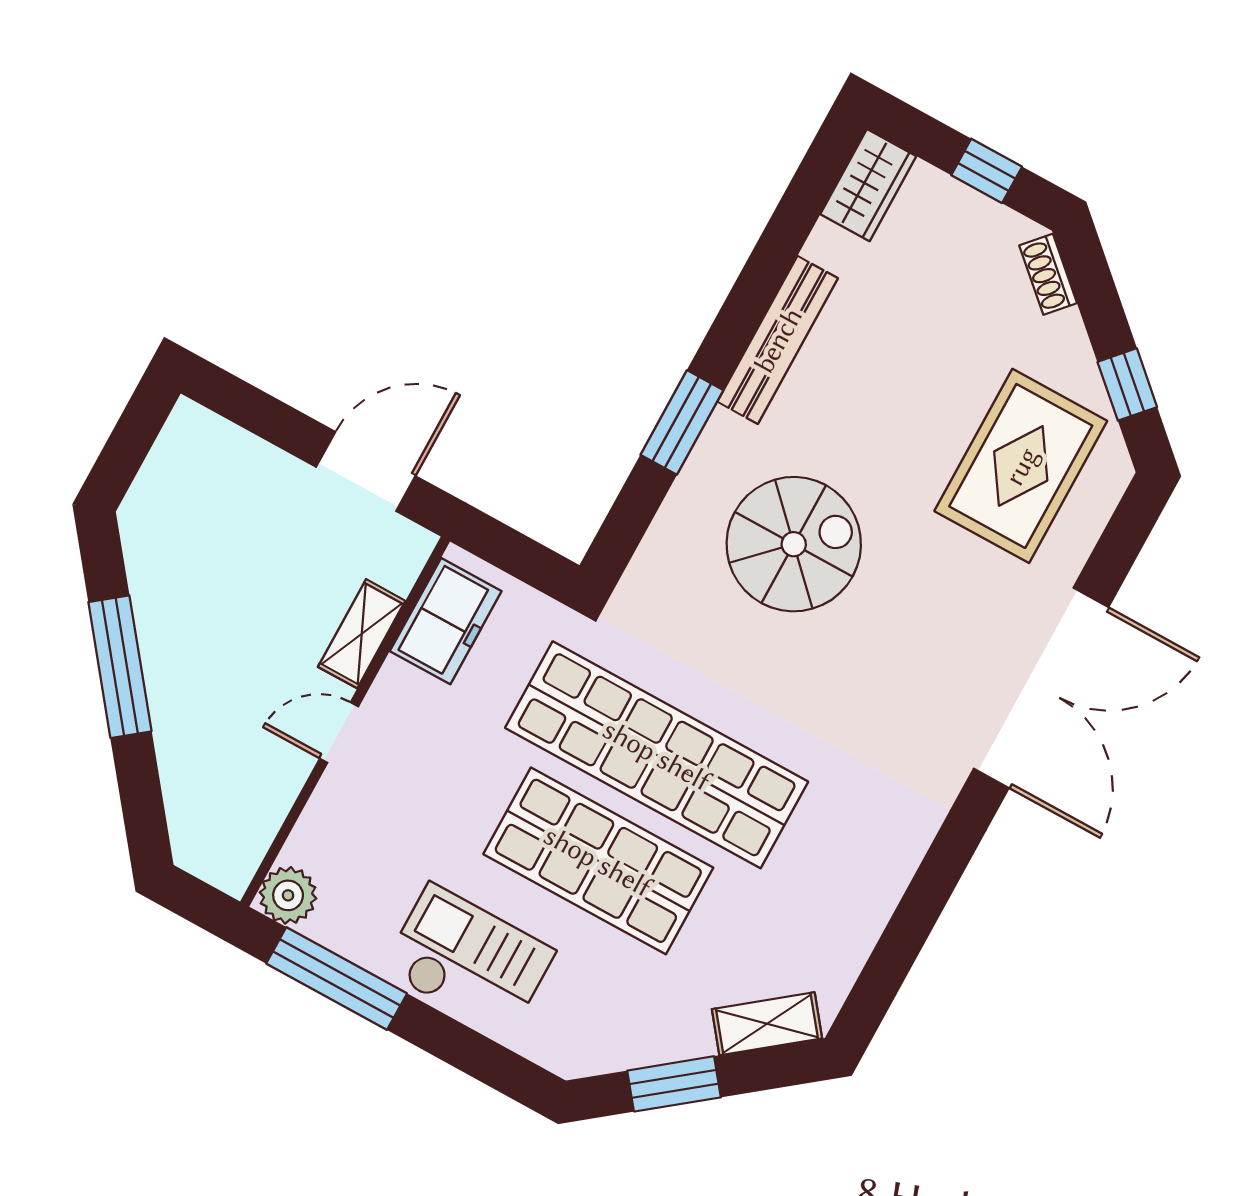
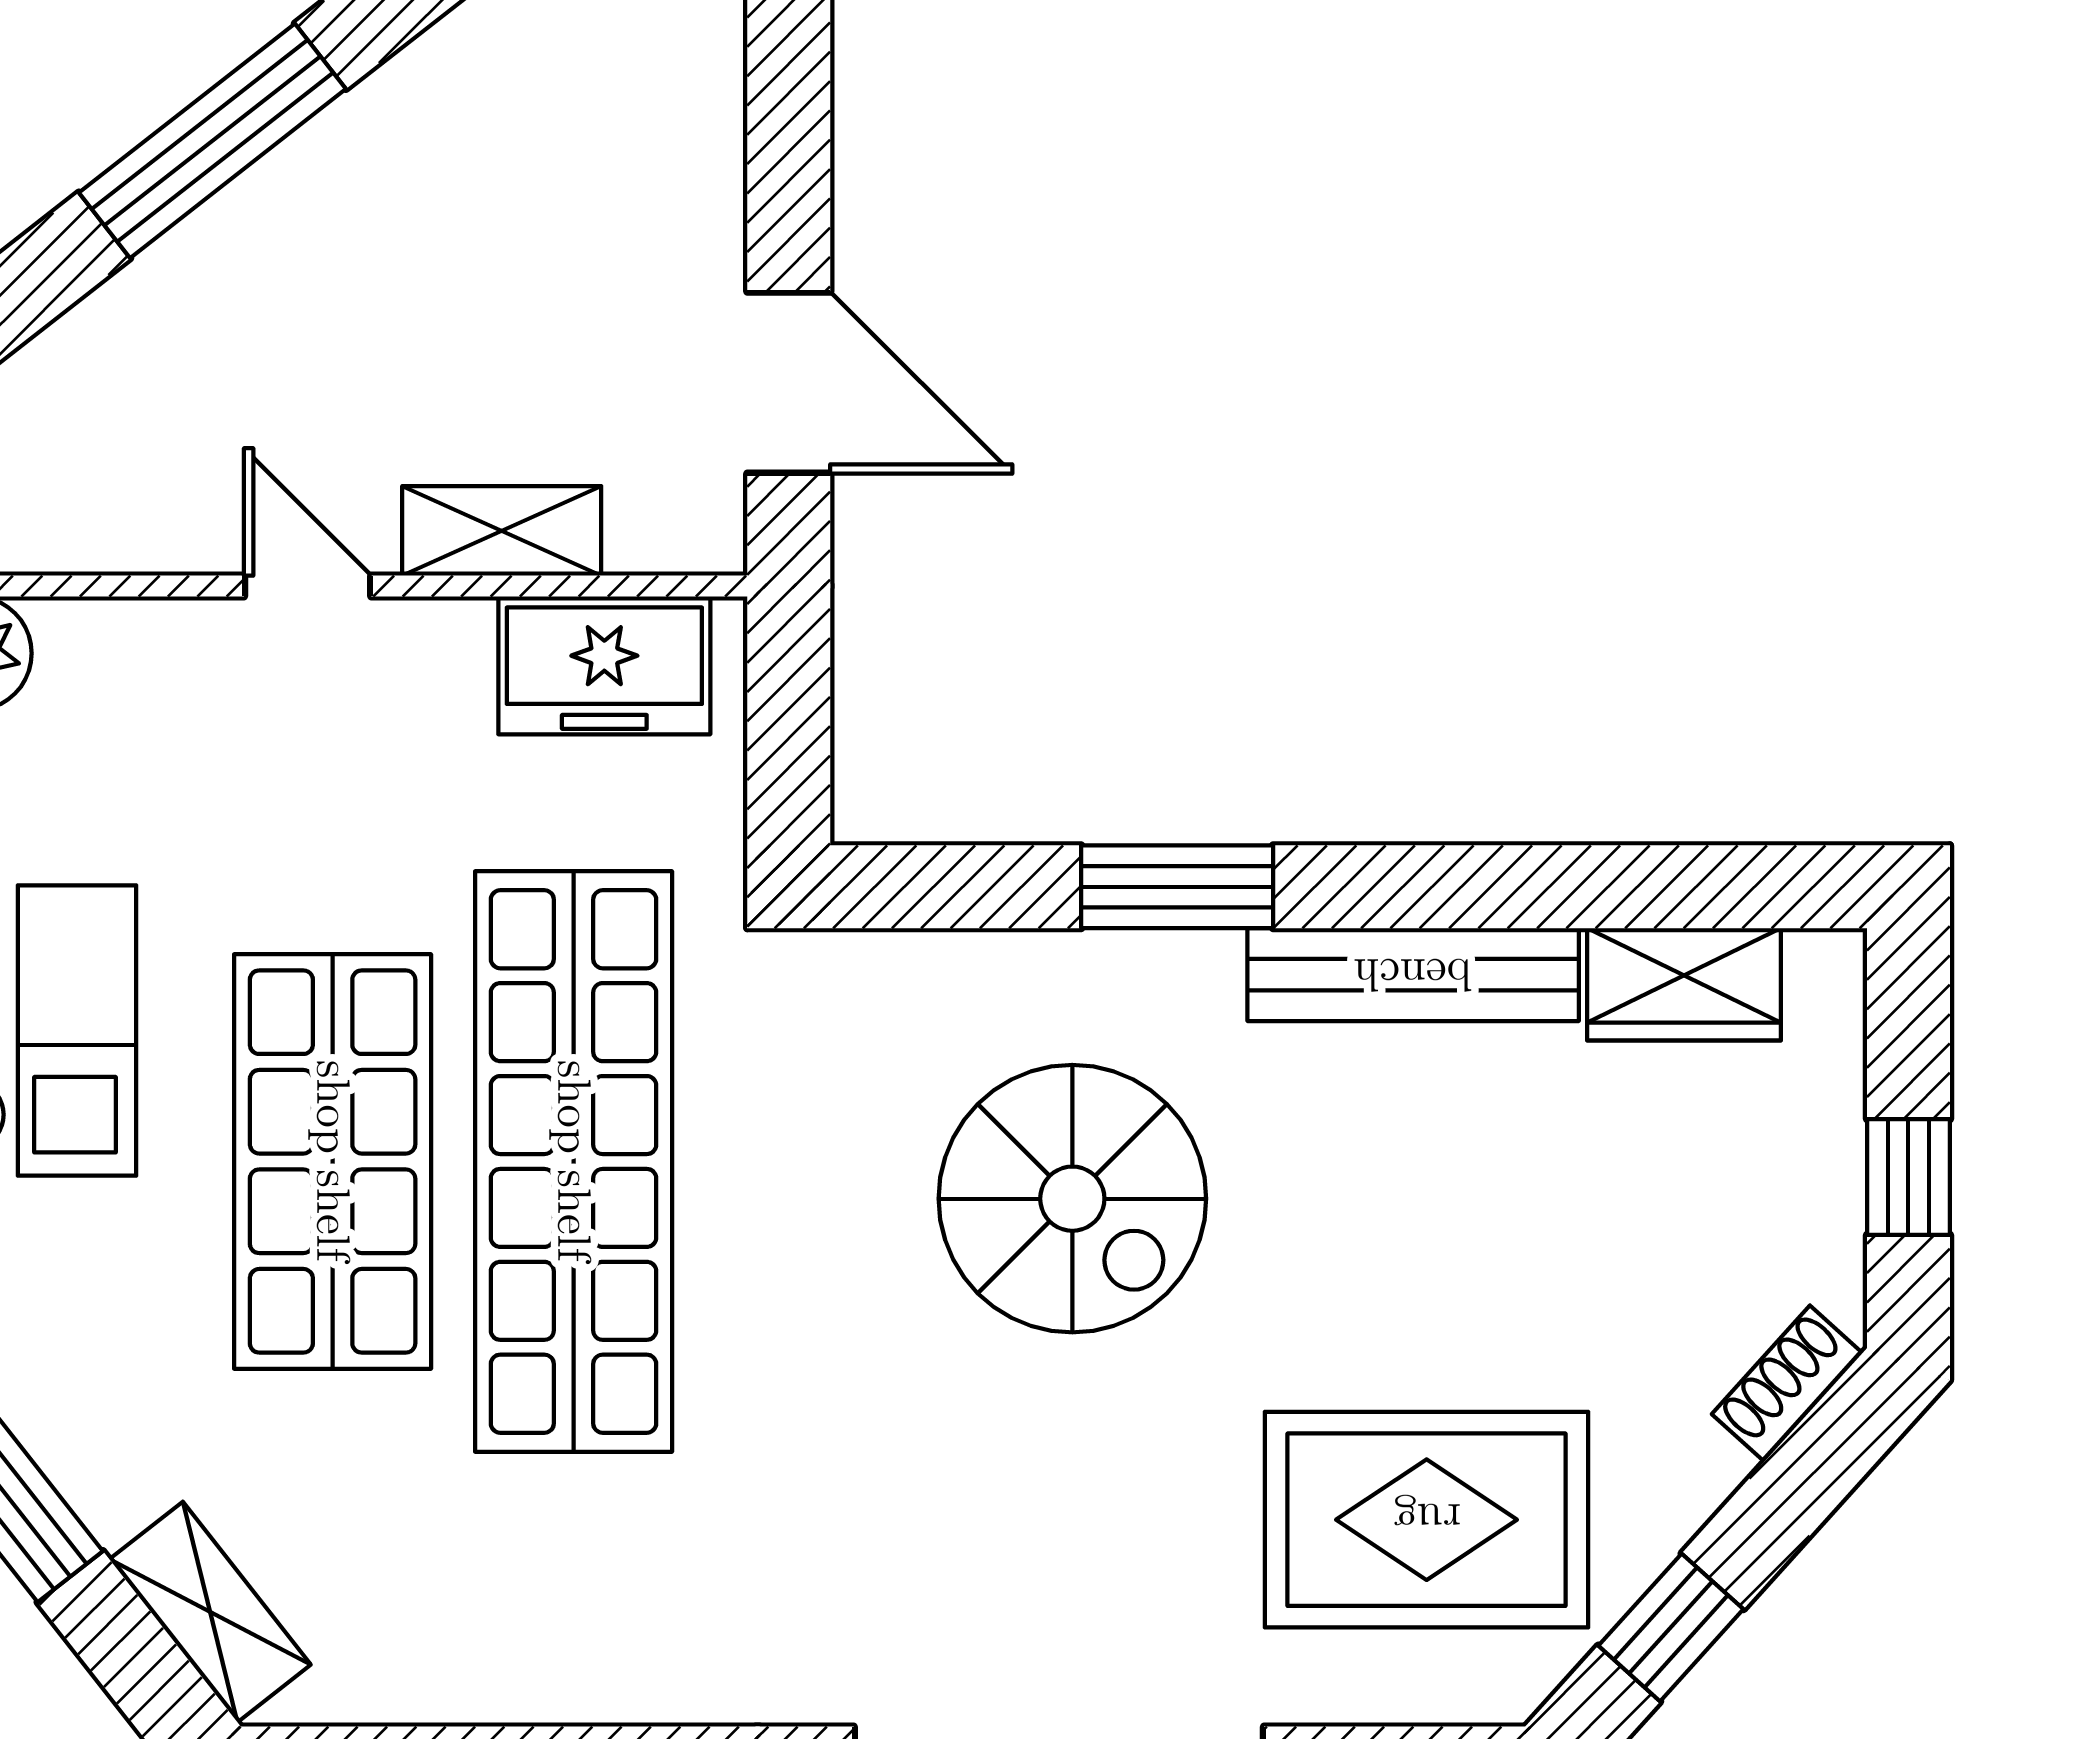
wardrobe: (868, 185) -> (1684, 984), moved

